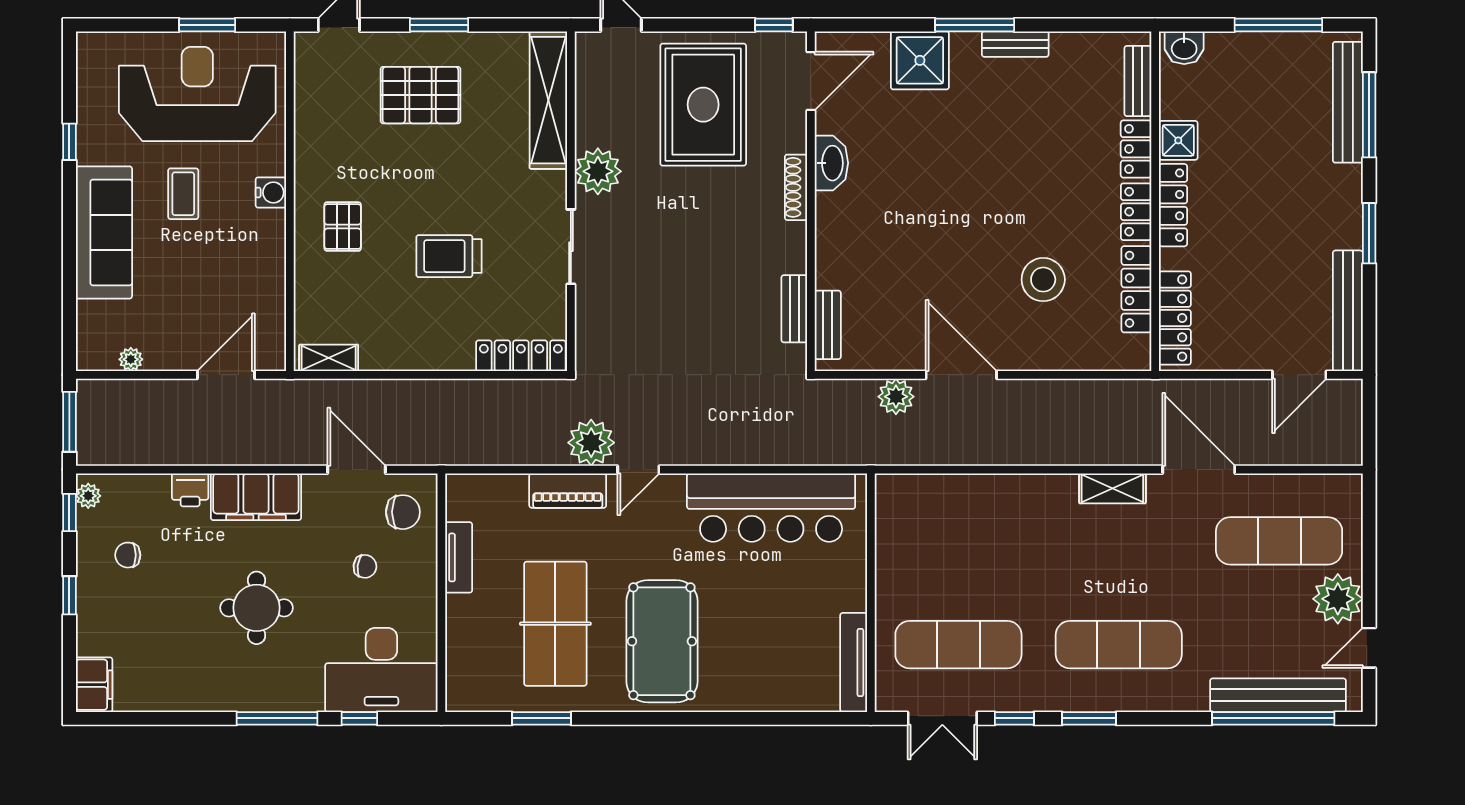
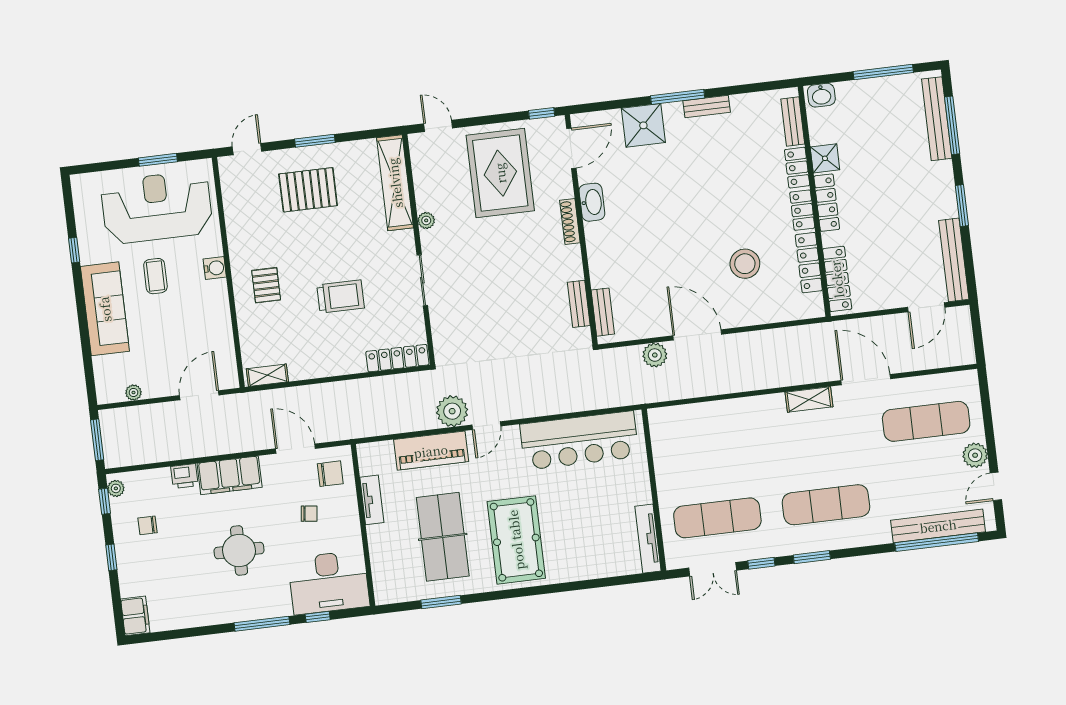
plant: (598, 171) -> (426, 220), width x0.53, depth x0.53
trolley: (449, 256) -> (341, 297), turned 180
piano: (568, 491) -> (431, 451), width x1.37, depth x1.33
plant: (1338, 599) -> (975, 455), width x0.73, depth x0.73

